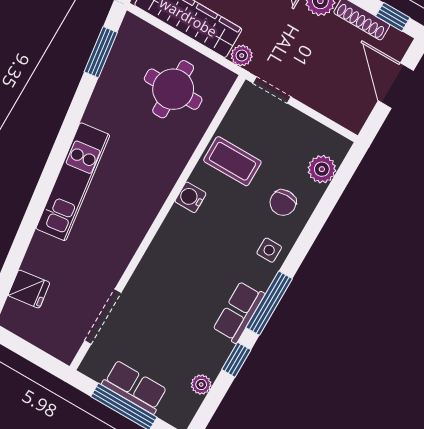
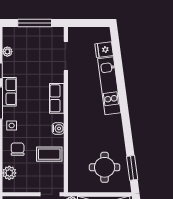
round table: (173, 89) -> (105, 167), moved
kitchen unit: (73, 182) -> (109, 86), moved
row of seats: (135, 387) -> (57, 98), moved, turned 90

